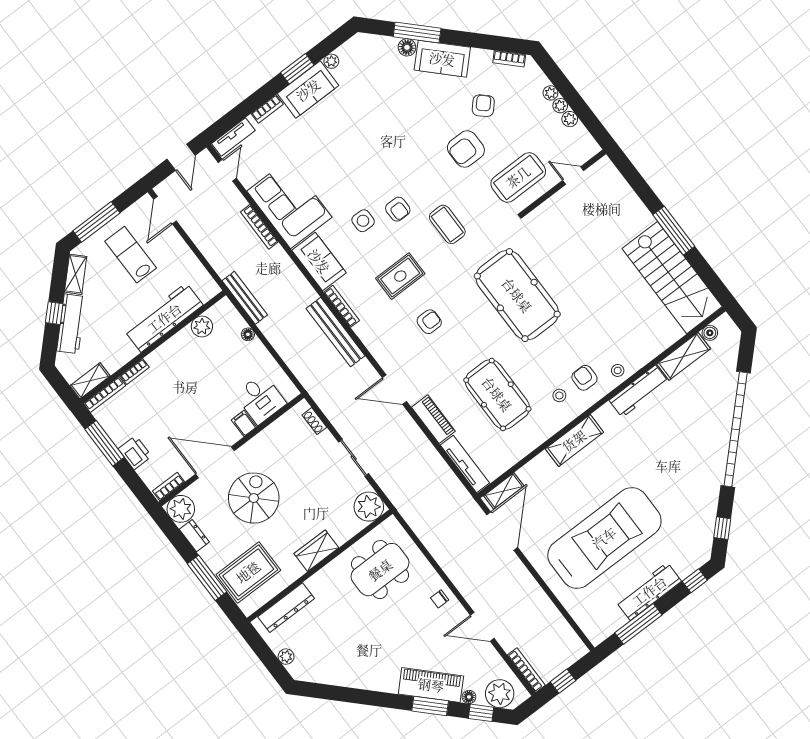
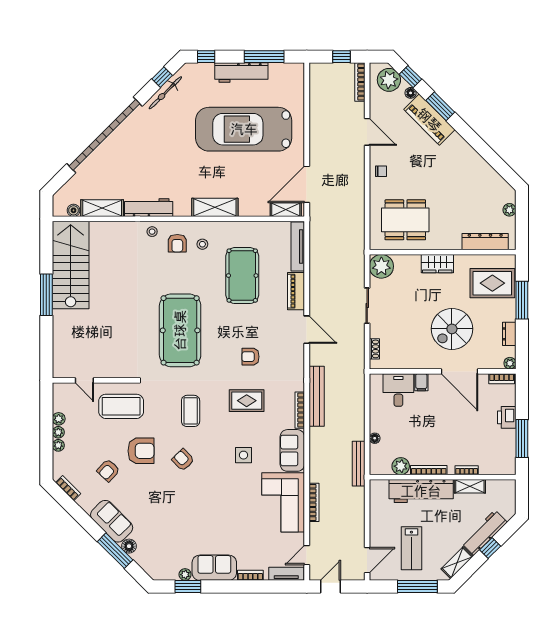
window: (297, 69) -> (188, 587), moved
armchair: (398, 209) -> (183, 460), moved, turned -44
shelving: (90, 381) -> (470, 486), moved
bookcase: (105, 394) -> (429, 470), moved
plant: (181, 509) -> (510, 363), width x0.53, depth x0.53
bicycle: (708, 515) -> (165, 93), added

